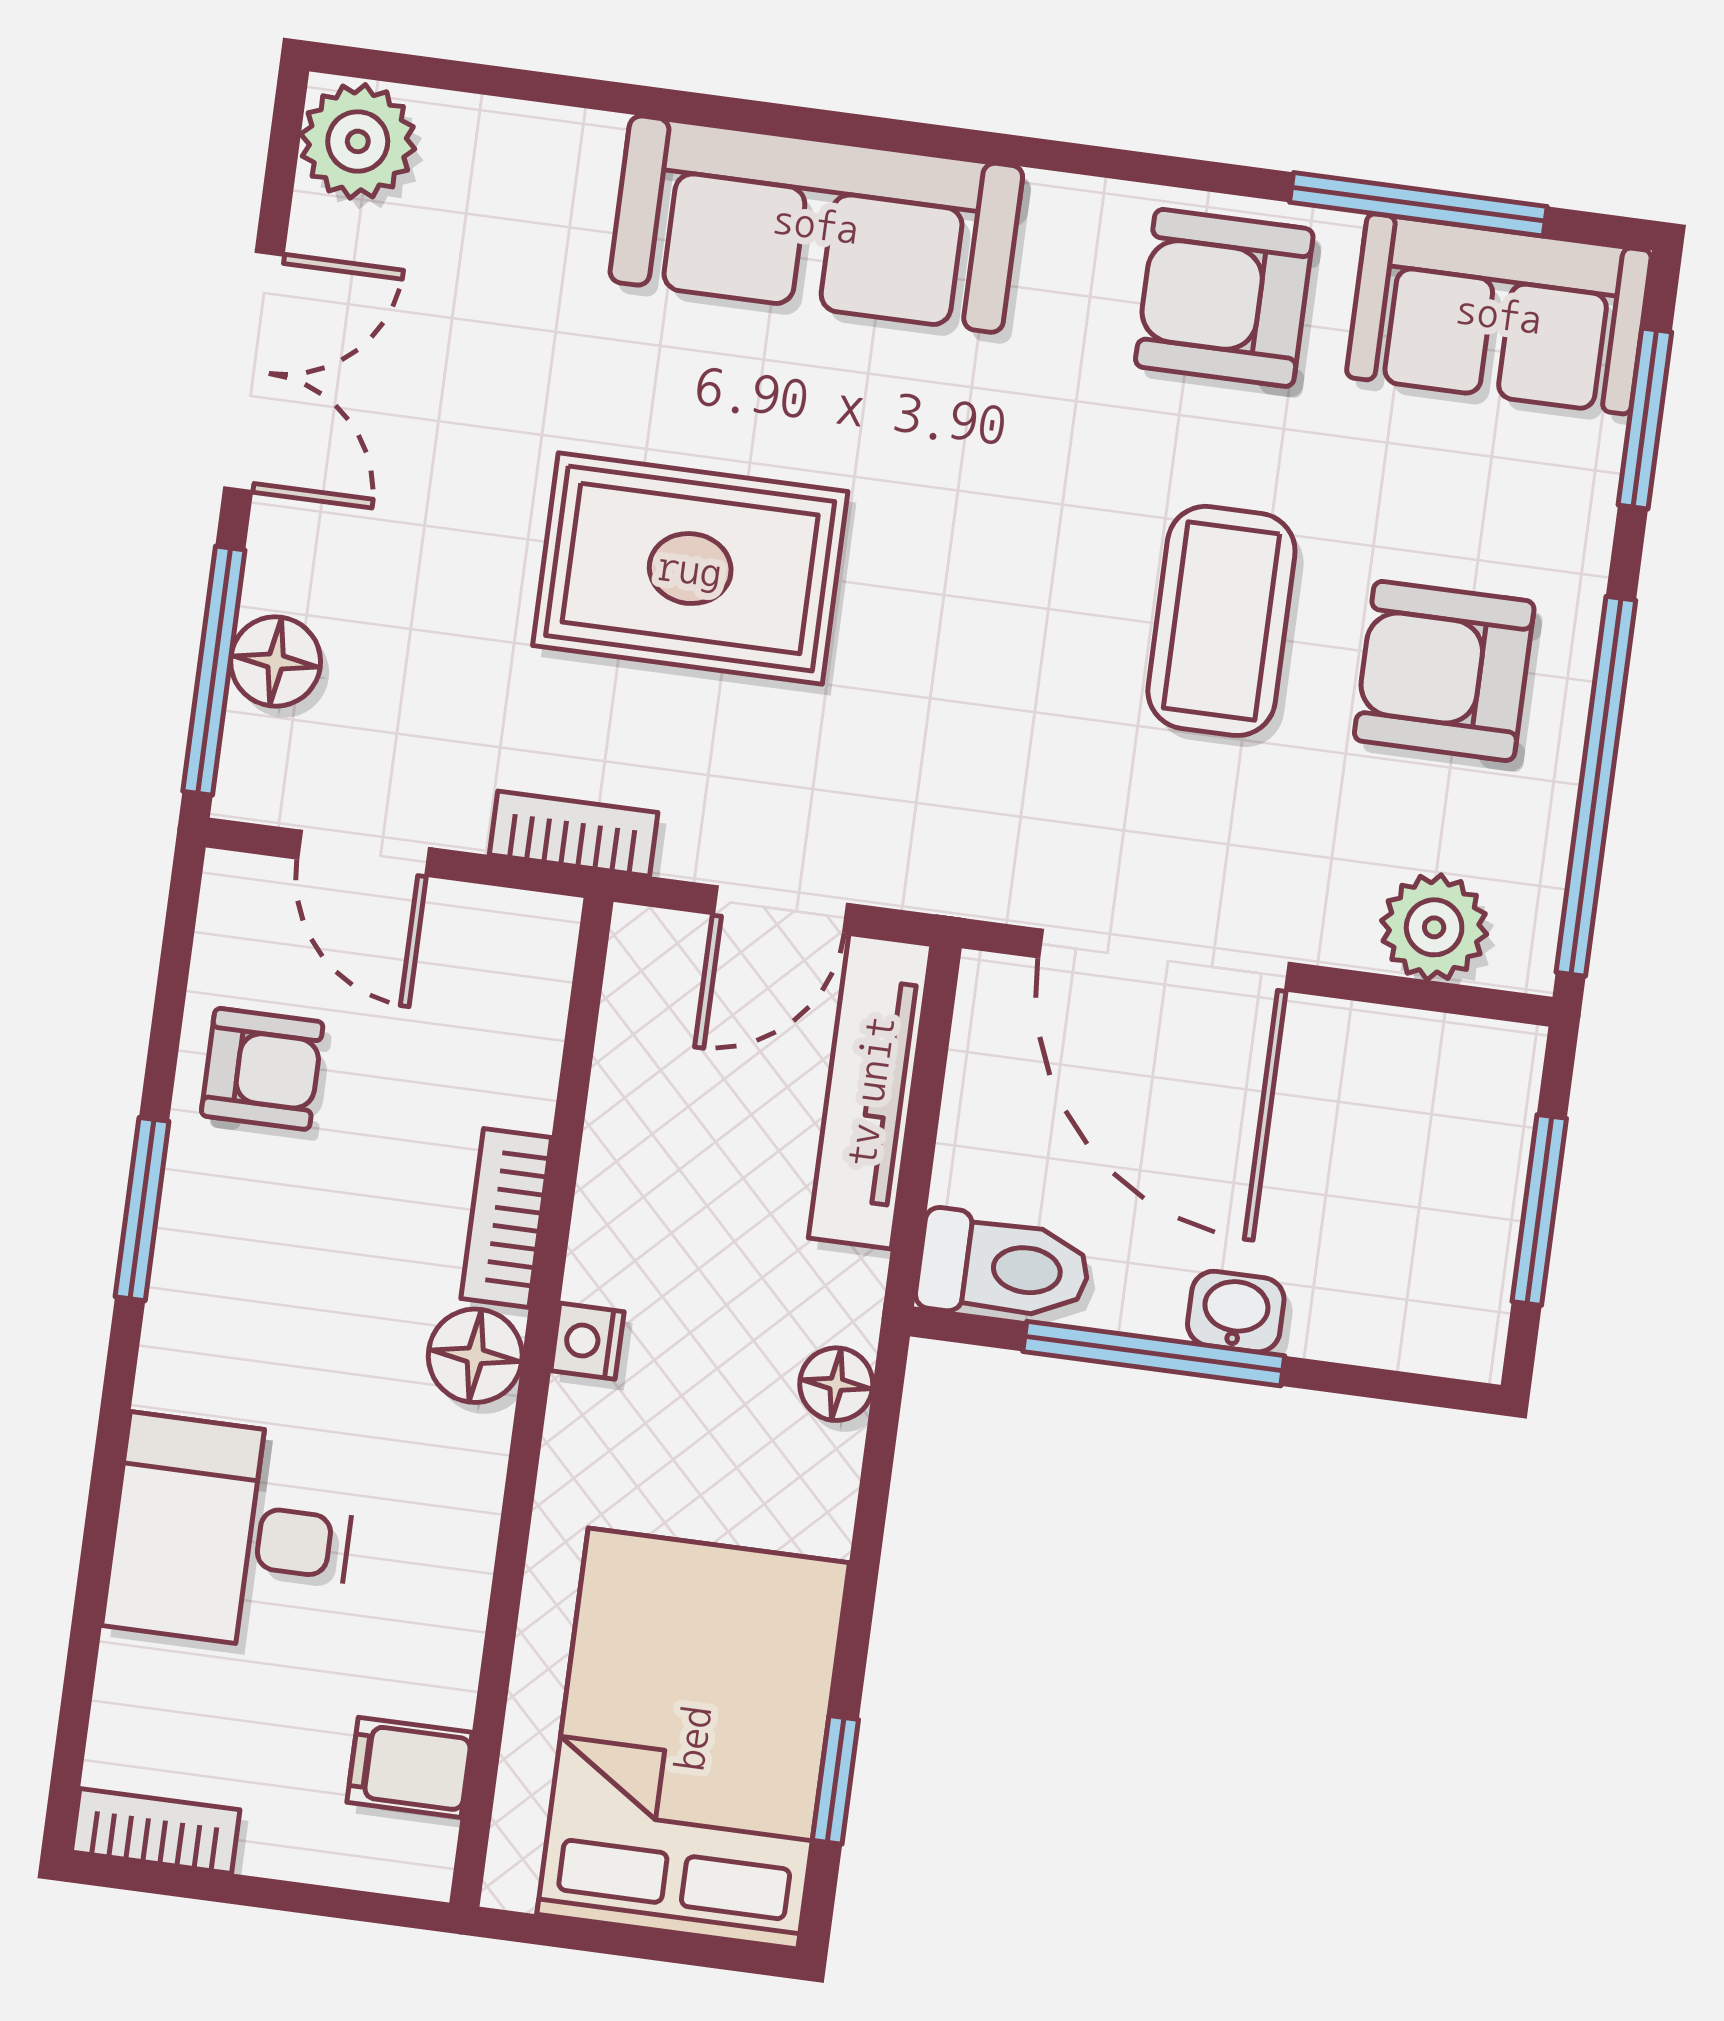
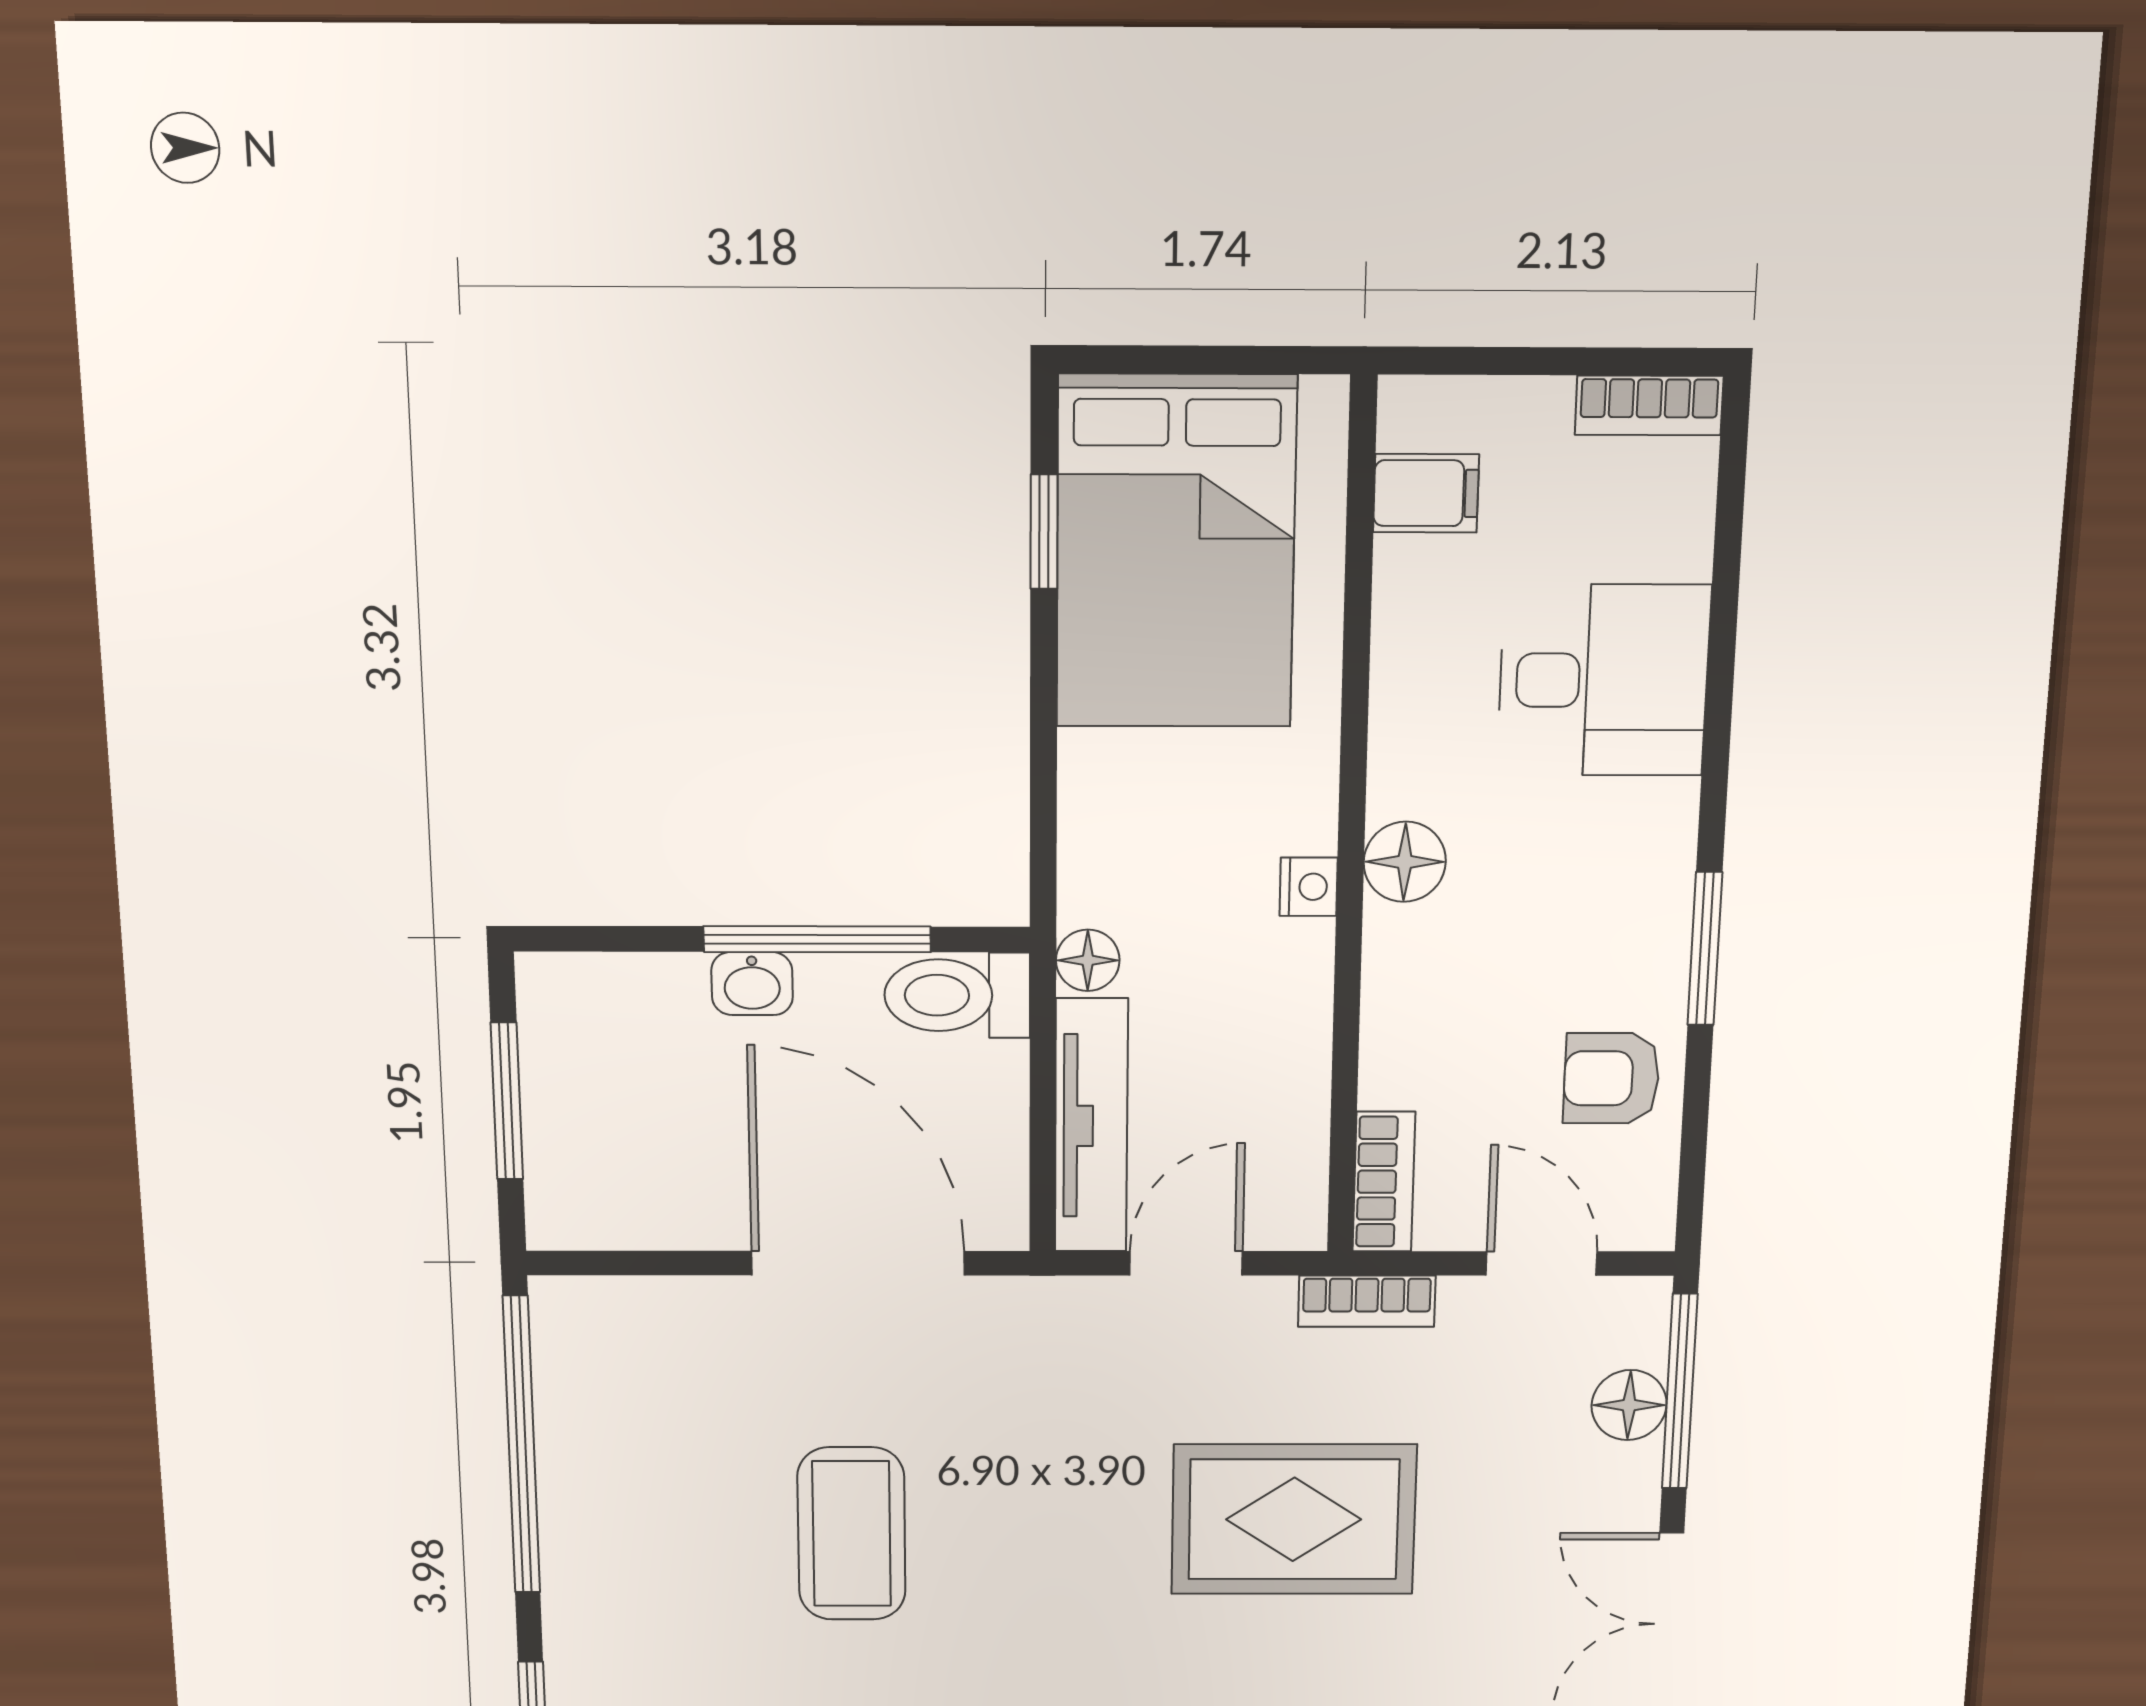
armchair: (1444, 671) -> (662, 1518), removed
plant: (1434, 927) -> (636, 1318), removed
bookcase: (506, 1218) -> (1384, 1182), moved
floor lamp: (836, 1384) -> (1088, 960), moved

